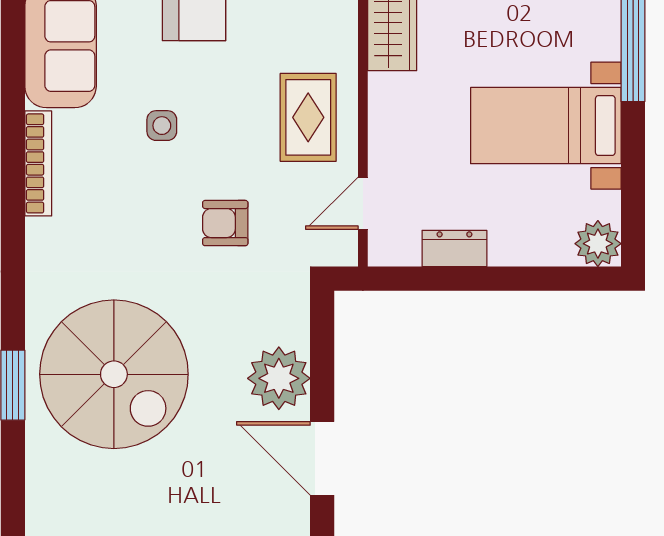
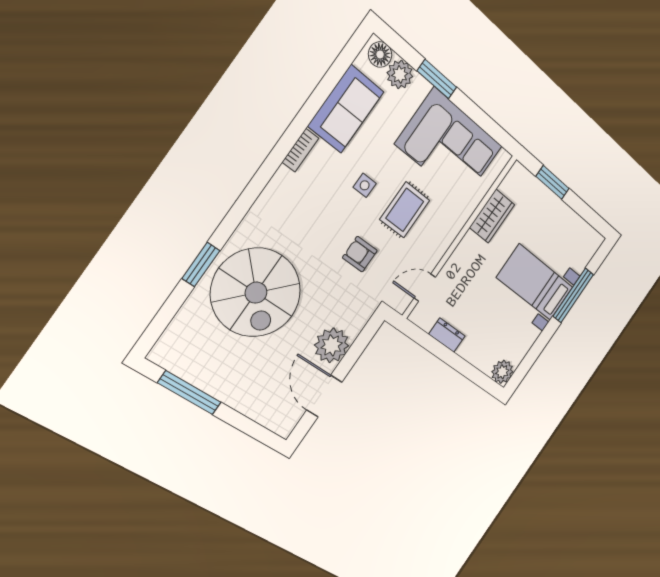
rug: (308, 117) -> (405, 210), moved
bed with nightstands: (546, 126) -> (535, 282), moved
bookcase: (38, 163) -> (300, 150), width x0.64

